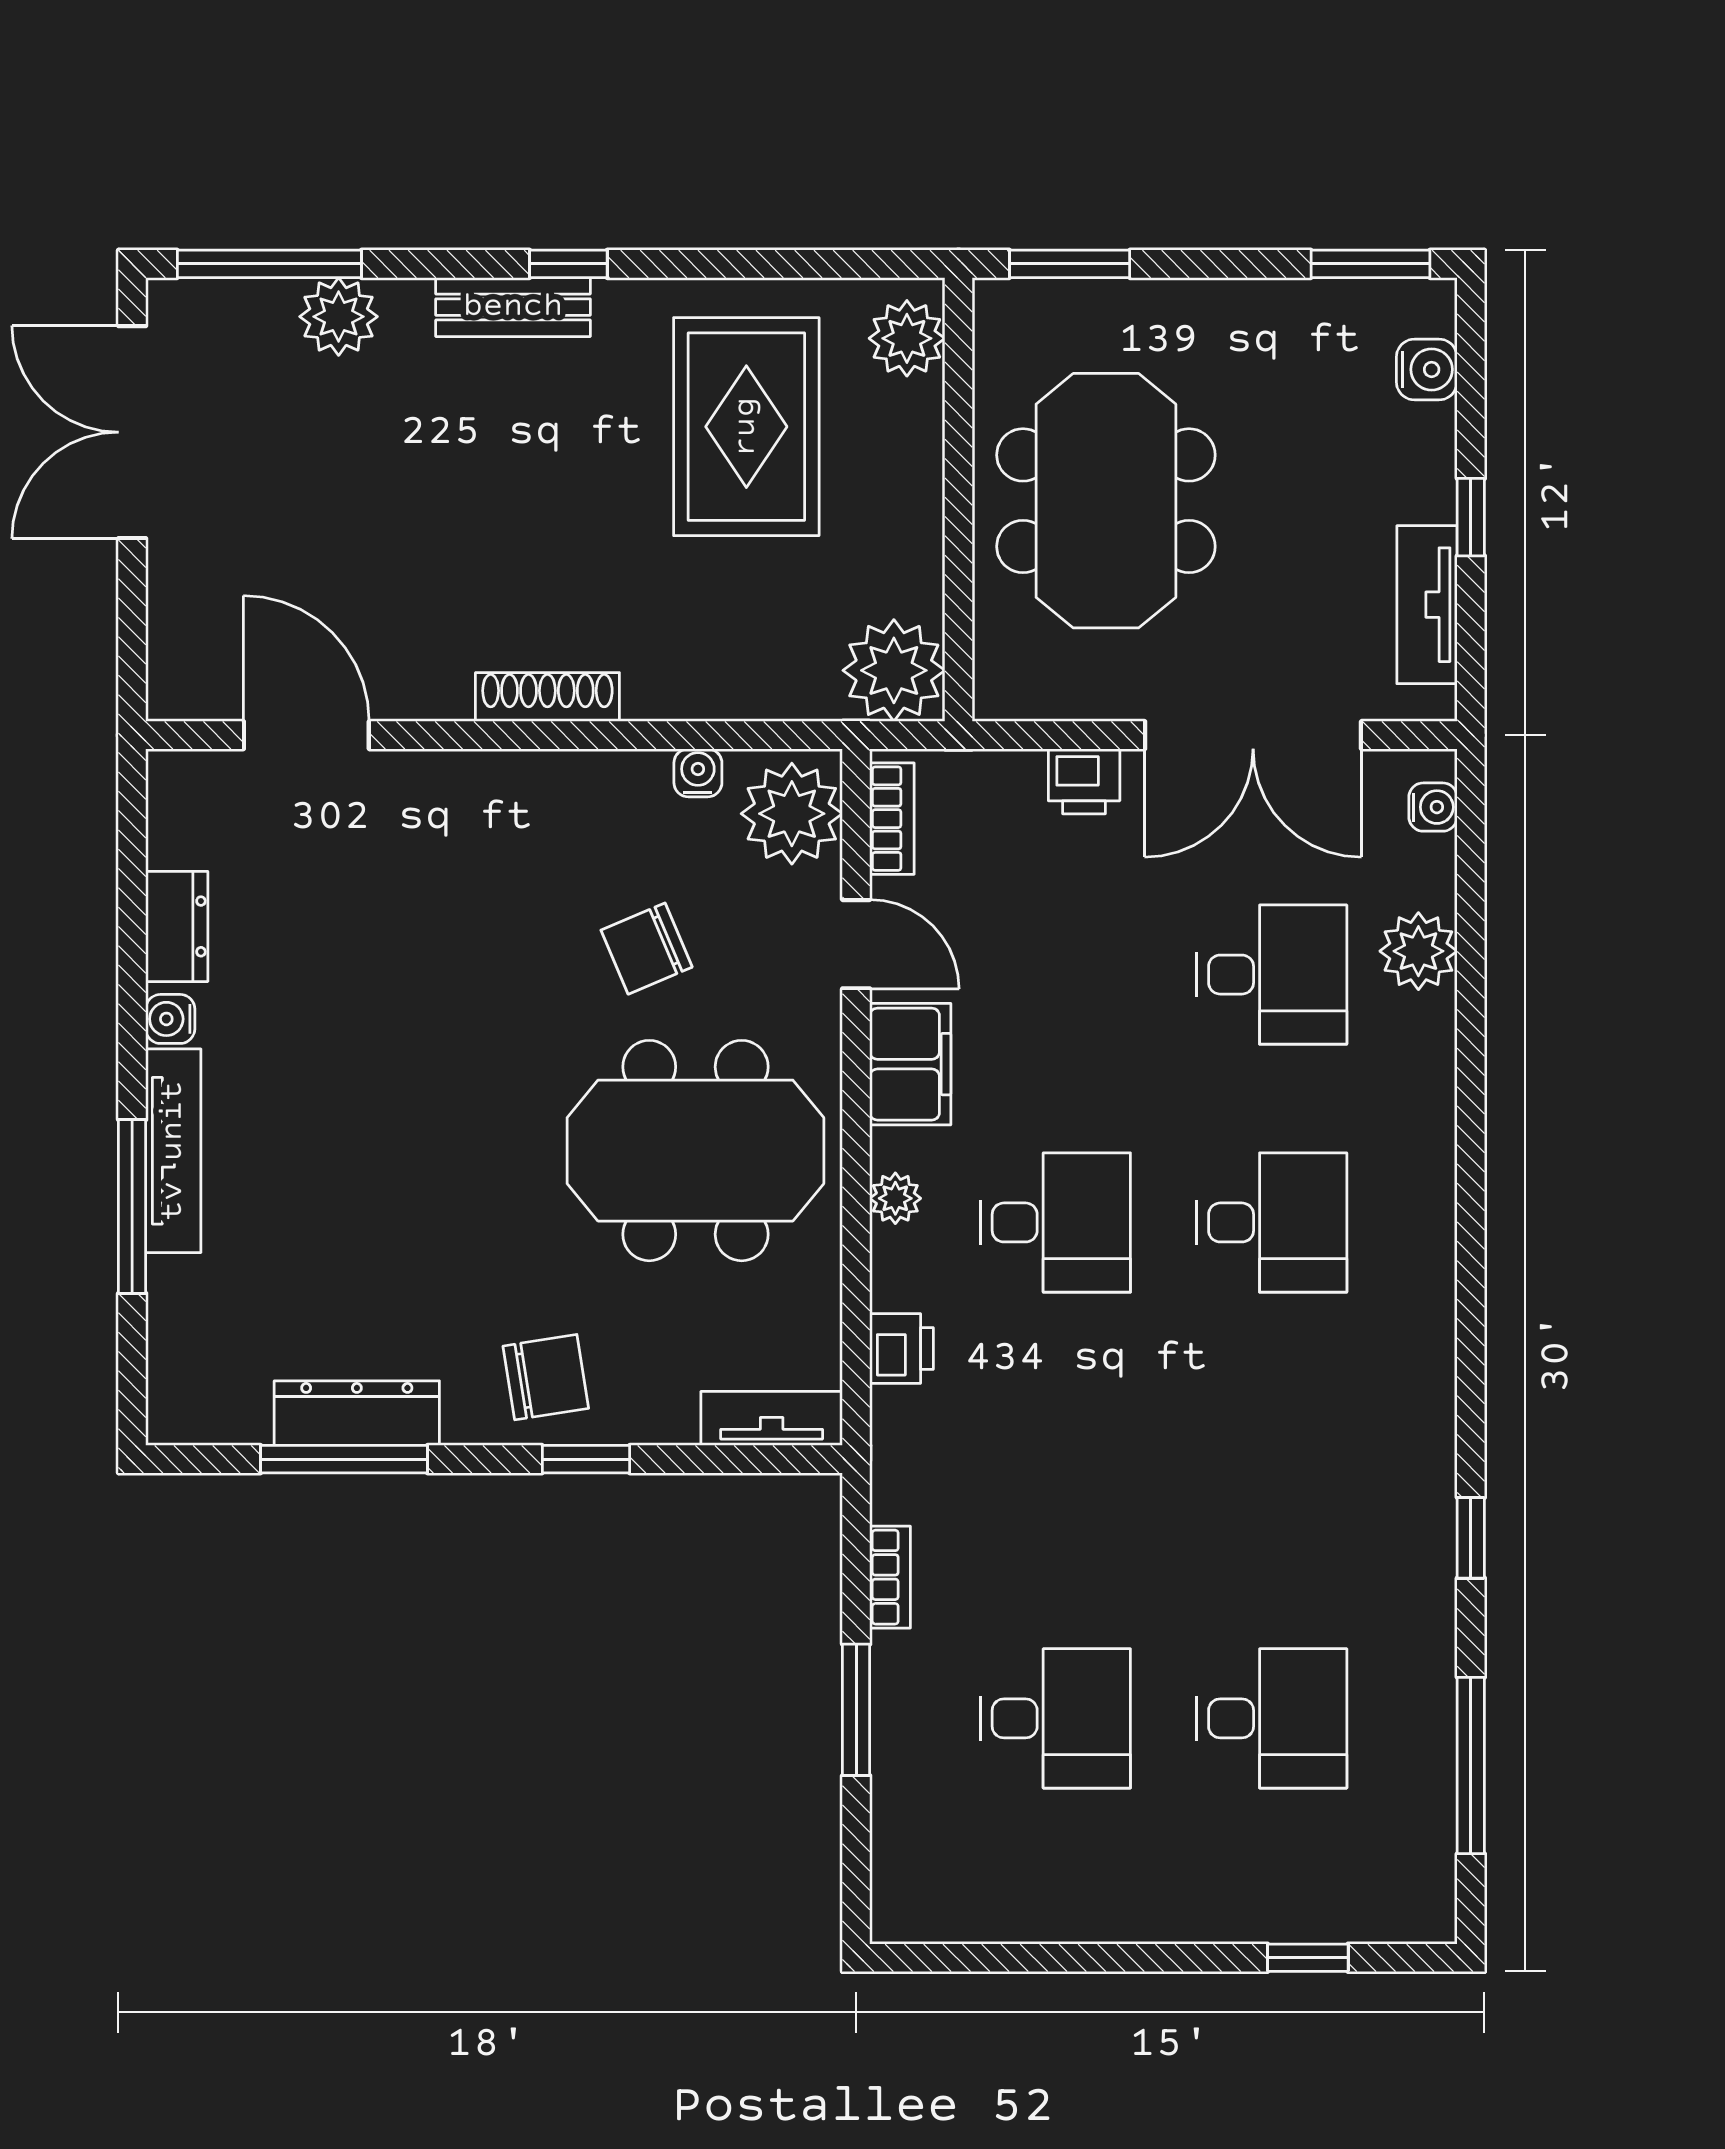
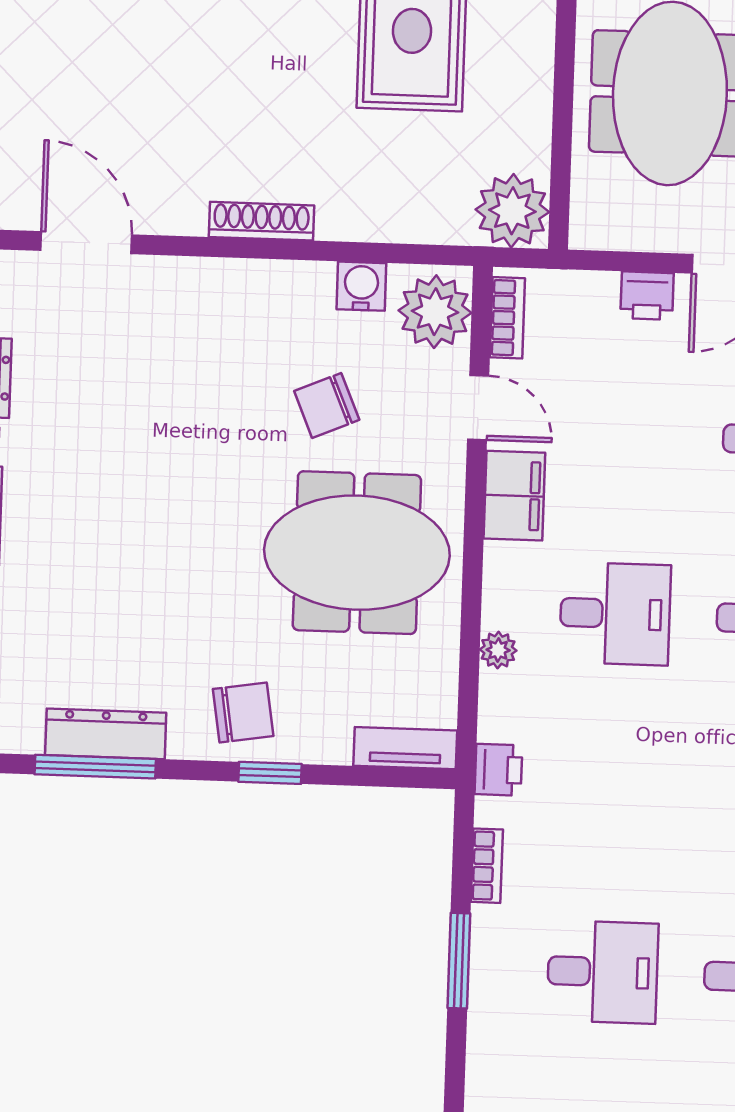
water cooler: (698, 773) -> (361, 286), width x1.38, depth x1.38
plant: (895, 1198) -> (498, 650), moved
printer: (902, 1349) -> (498, 770), moved

